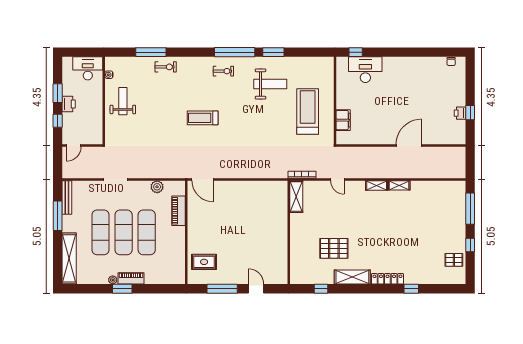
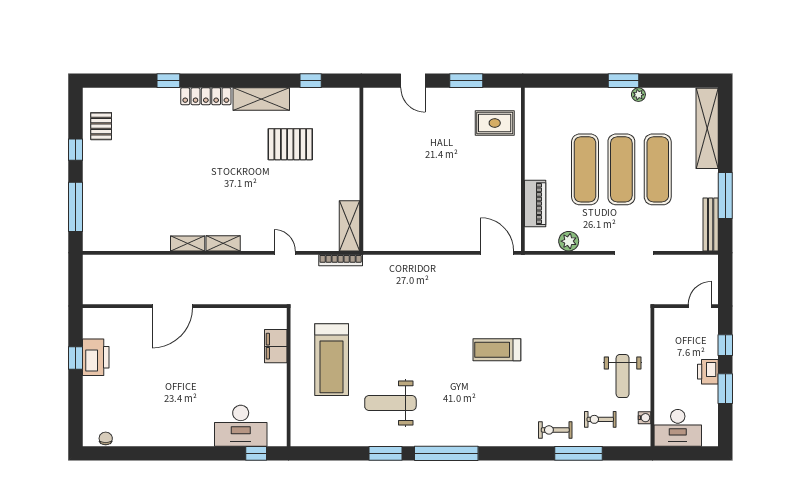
exercise bike: (223, 71) -> (600, 419), moved
printer: (460, 113) -> (96, 357), width x1.87, depth x1.48
treadmill: (203, 118) -> (497, 350), turned 180
pallet: (454, 260) -> (101, 126), turned 90
piano: (131, 278) -> (610, 97), removed
window: (222, 289) -> (466, 81), width x0.69

